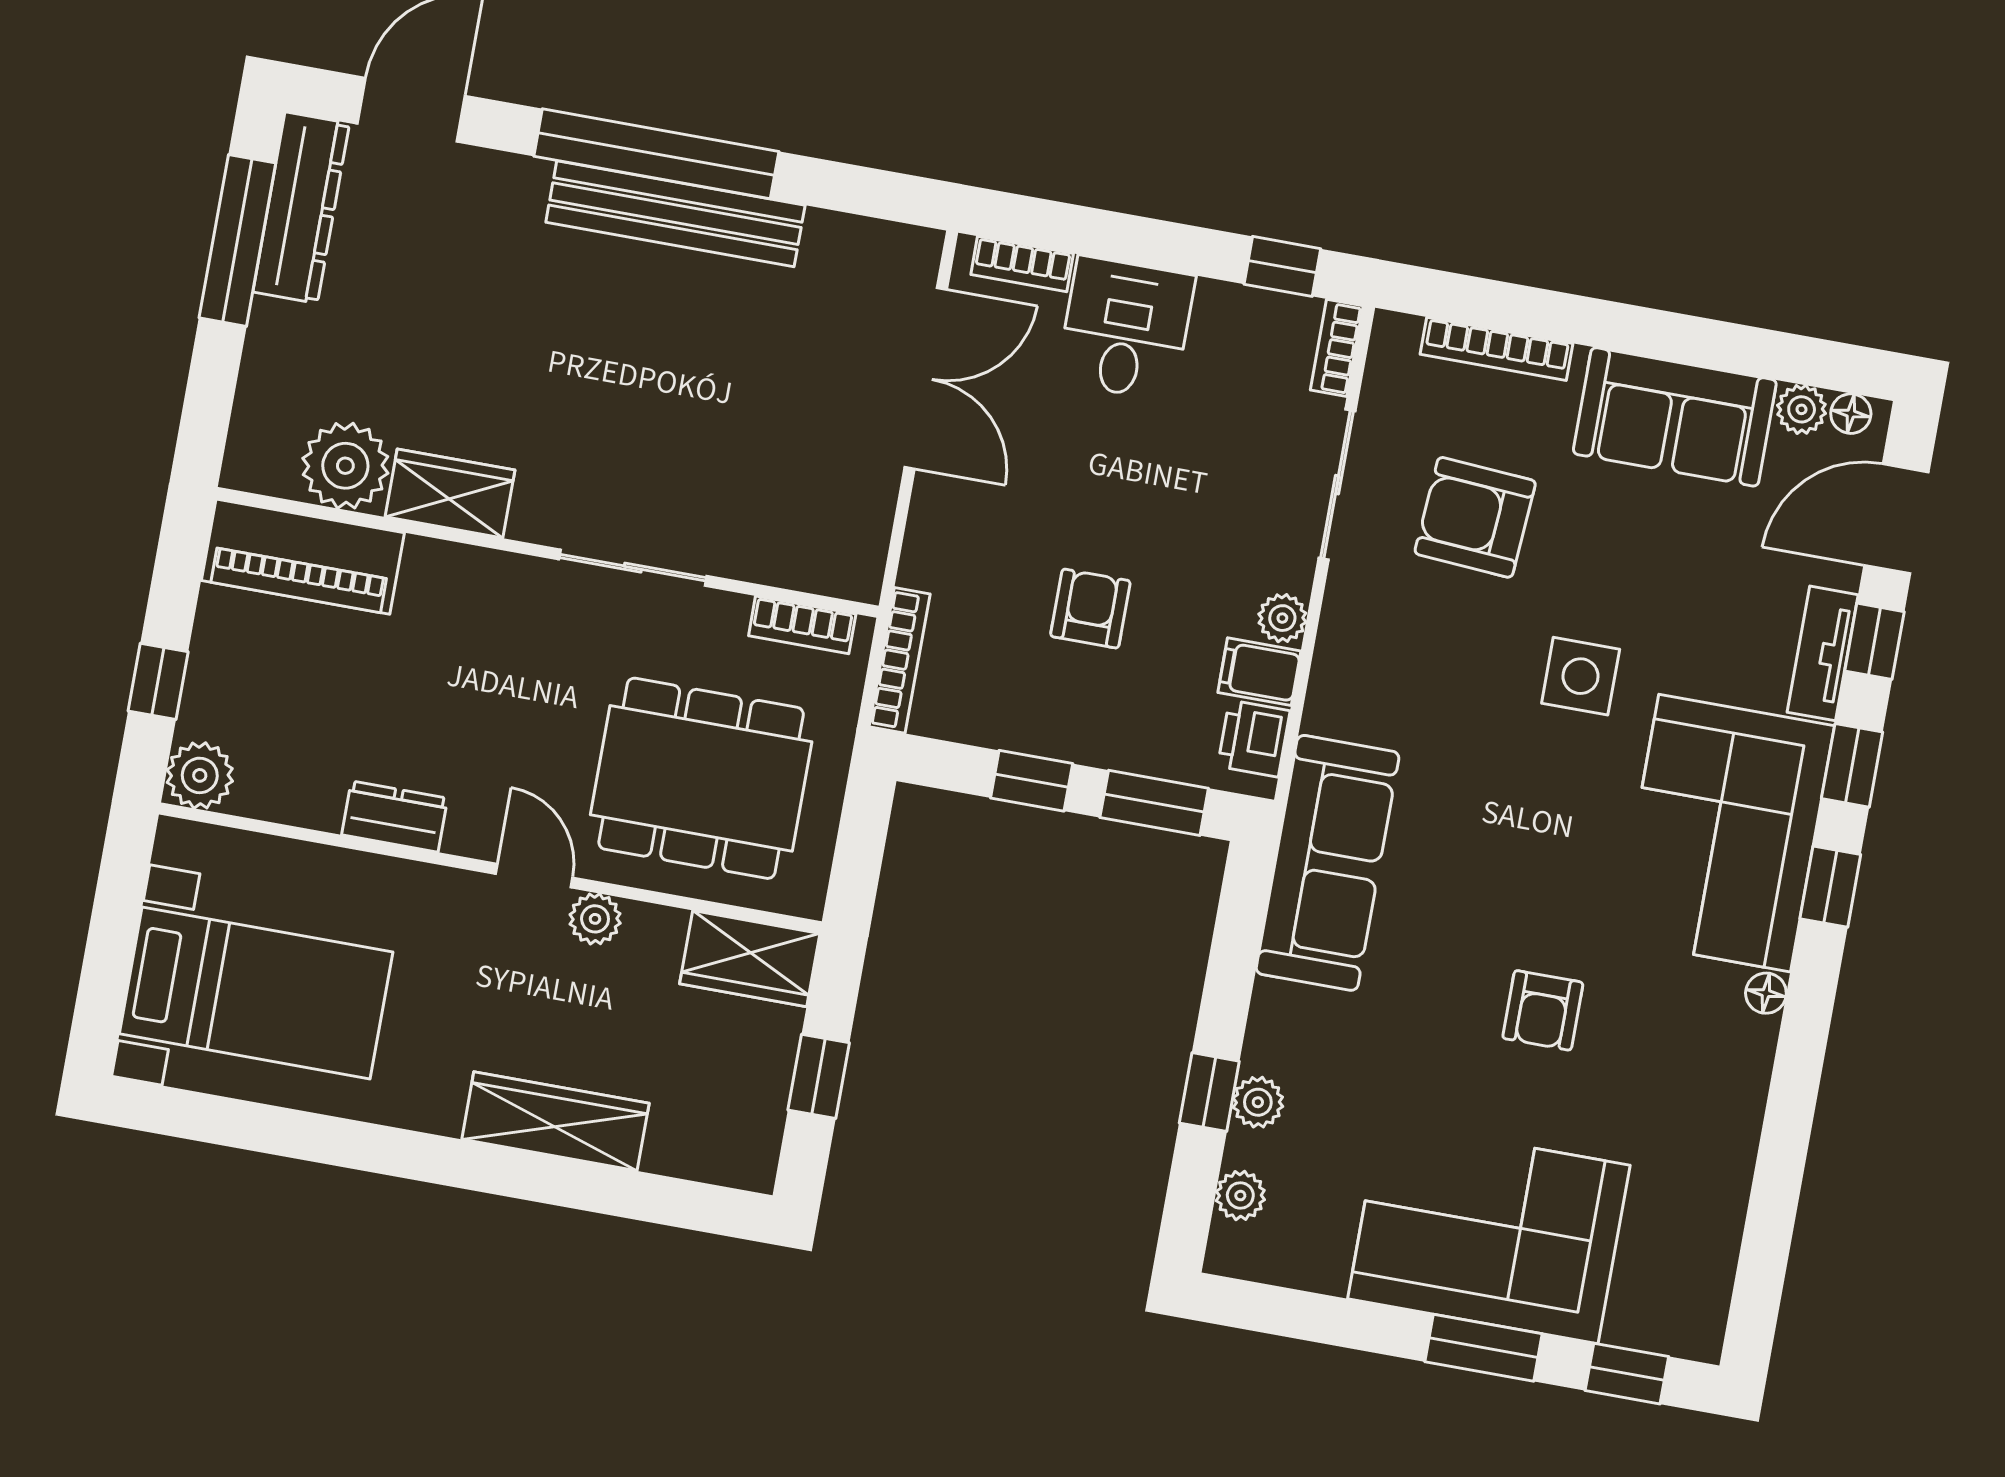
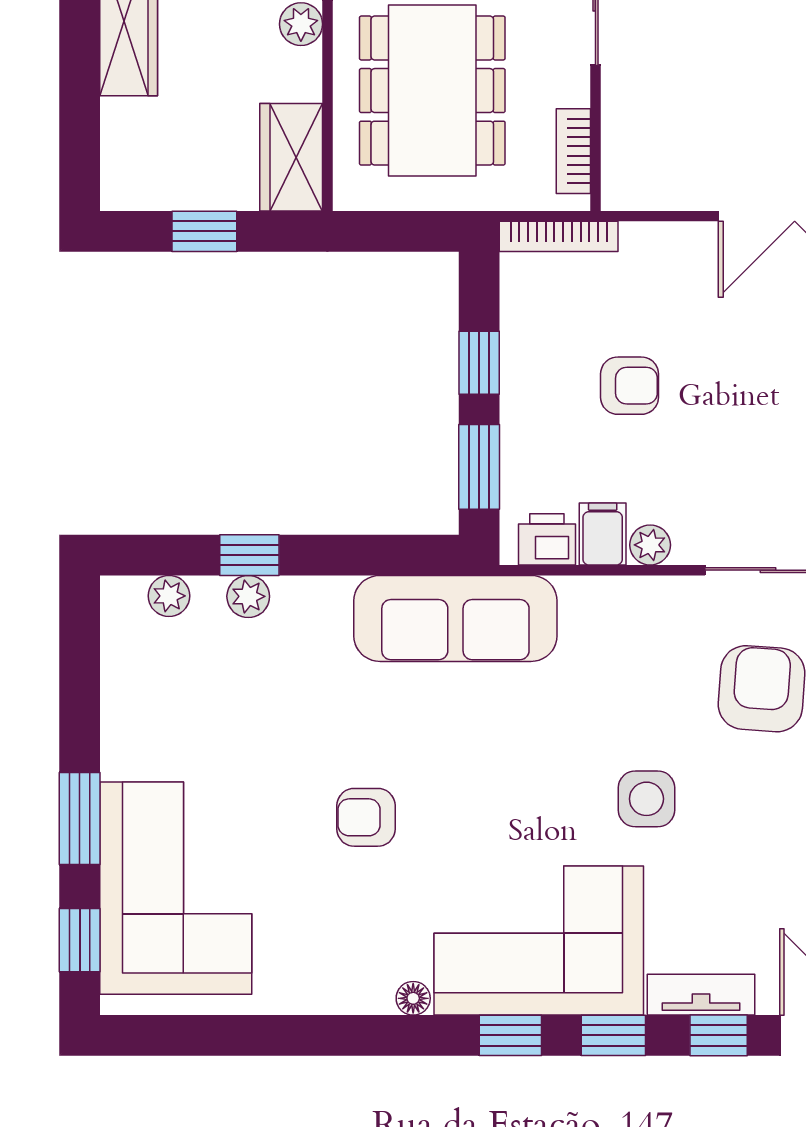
corner sofa: (1489, 1232) -> (176, 888), moved

